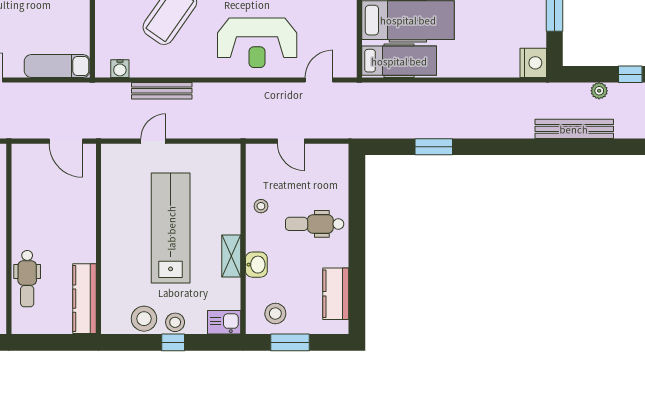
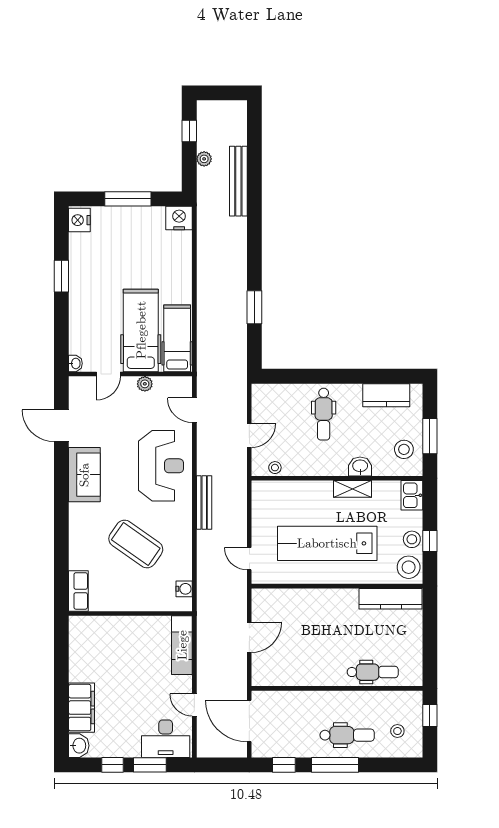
plant: (348, 25) -> (145, 384), added
bench: (162, 91) -> (204, 502), moved
stool: (261, 206) -> (275, 468), moved
wall: (99, 239) -> (337, 586), moved
kitchen counter: (84, 299) -> (391, 599), moved

